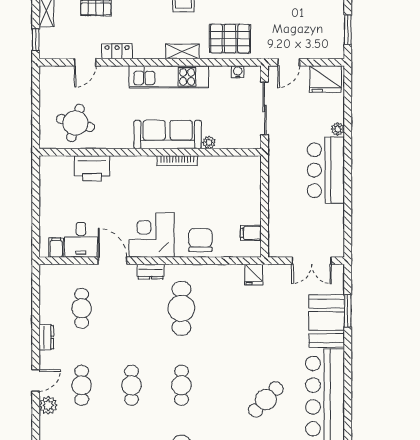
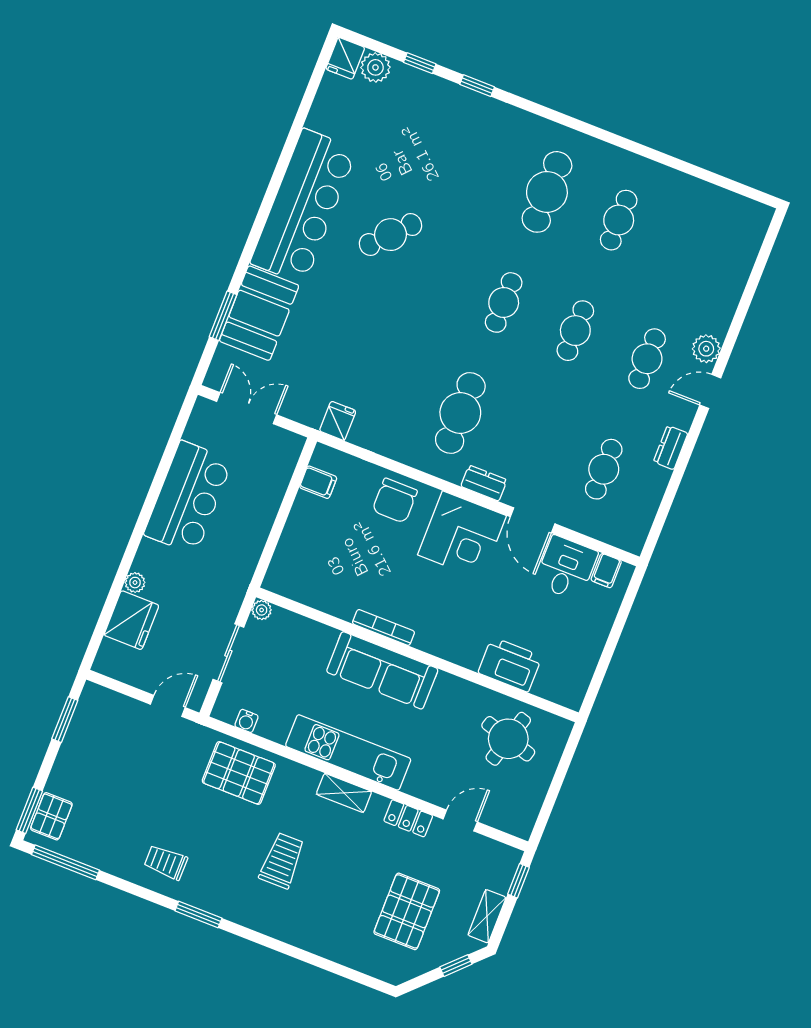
shelving: (183, 51) -> (344, 793), moved
fridge: (325, 79) -> (131, 620), moved, turned 90
sliding door: (265, 108) -> (228, 653), width x0.73
plant: (209, 142) -> (262, 610), moved
bar counter: (326, 170) -> (188, 497), moved

